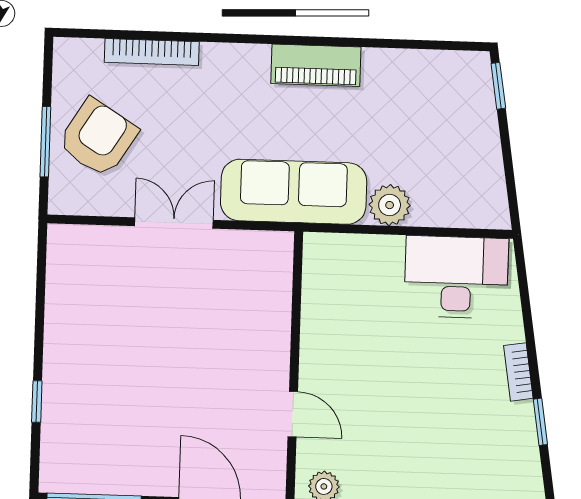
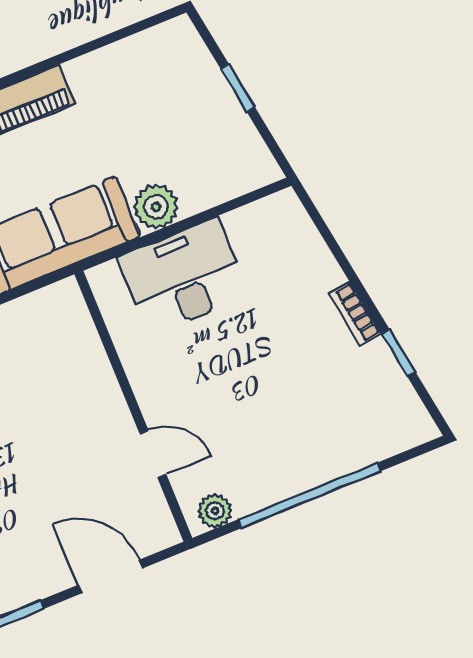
window: (498, 86) -> (238, 88), moved
desk: (456, 277) -> (183, 276), moved

